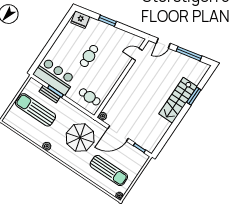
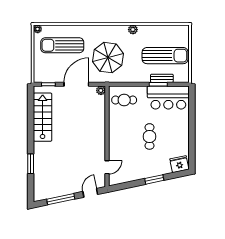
stairs: (178, 100) -> (43, 117), moved

